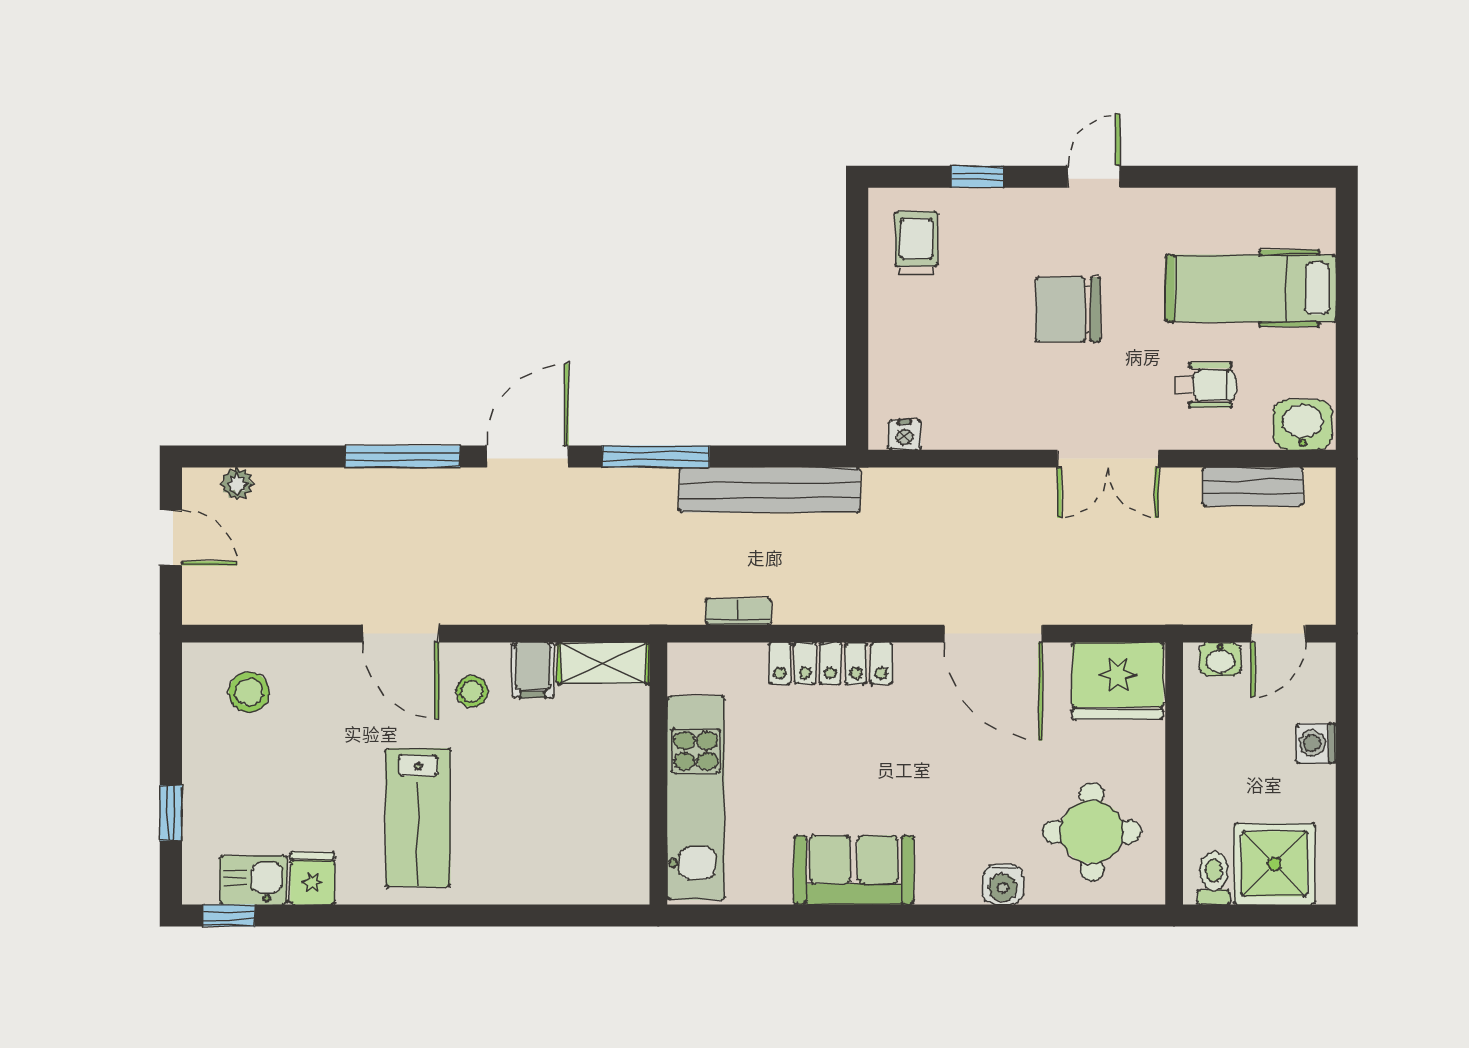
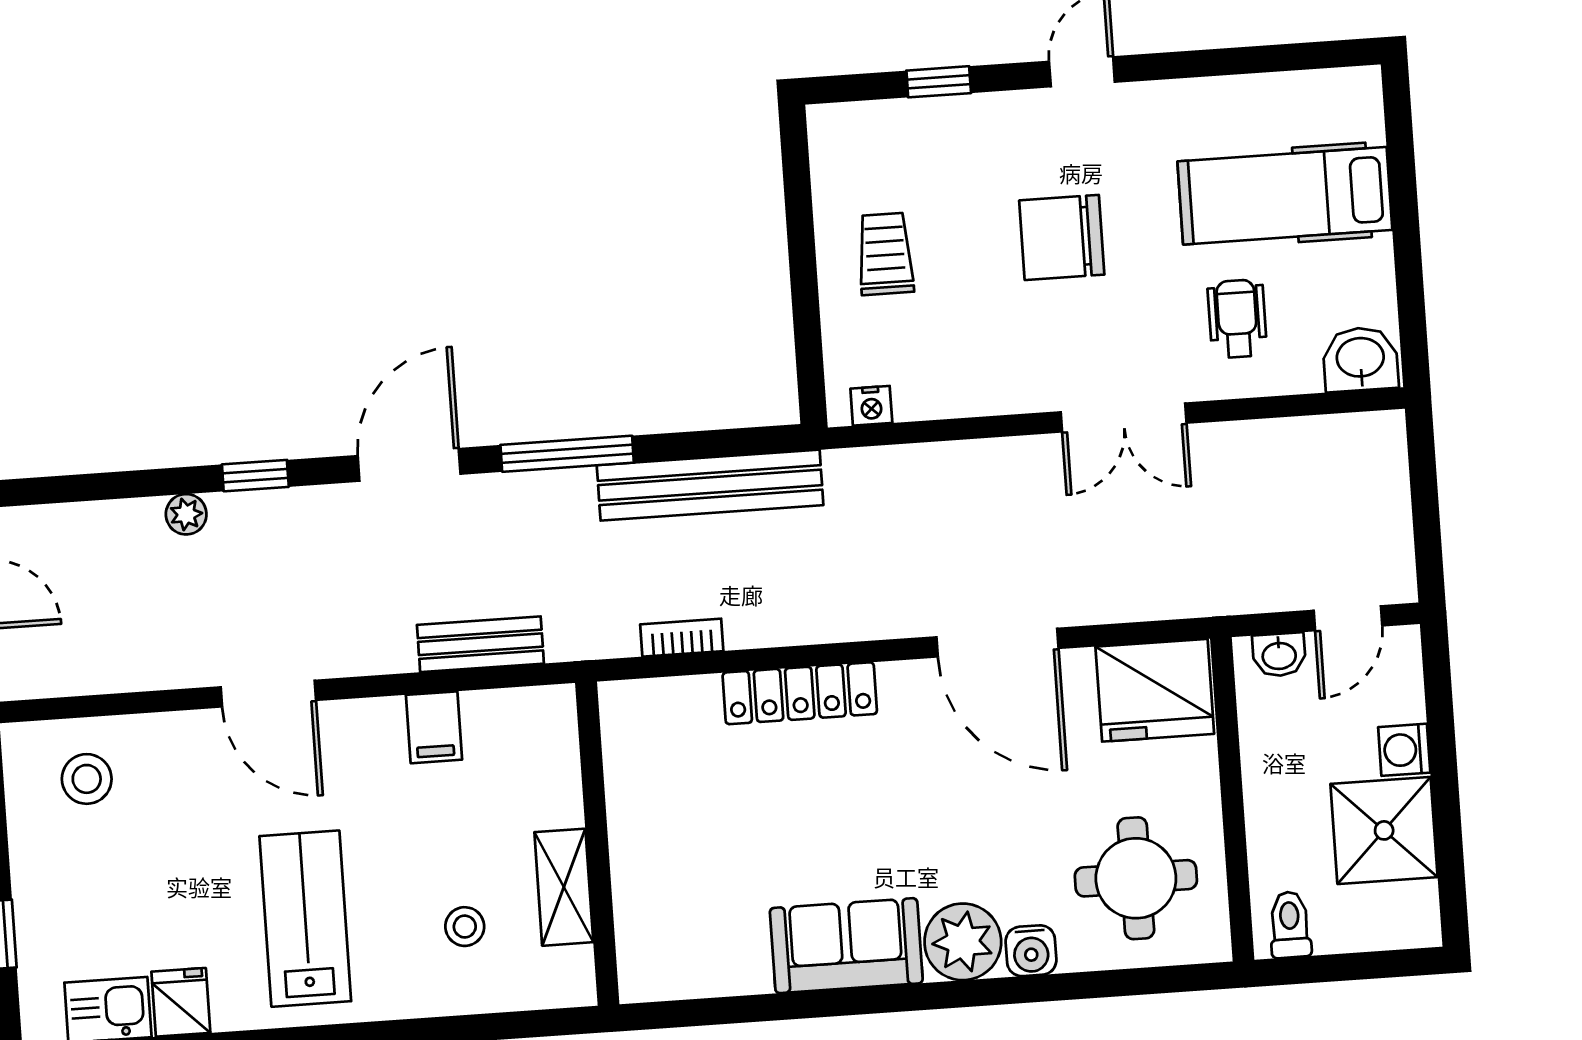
trolley: (916, 243) -> (885, 254), moved
wheelchair: (1205, 385) -> (1237, 319), turned -90
window: (403, 456) -> (255, 476), width x0.46
plant: (237, 484) -> (186, 514), moved
bench: (1253, 487) -> (480, 644), moved
shelving: (603, 663) -> (564, 887), moved, turned 90
stool: (472, 691) -> (465, 927), moved
kitchen unit: (696, 798) -> (646, 870), removed
lab bench: (418, 818) -> (305, 919), turned 180
shower: (1274, 864) -> (1384, 830), moved
plant: (948, 873) -> (963, 942), added

